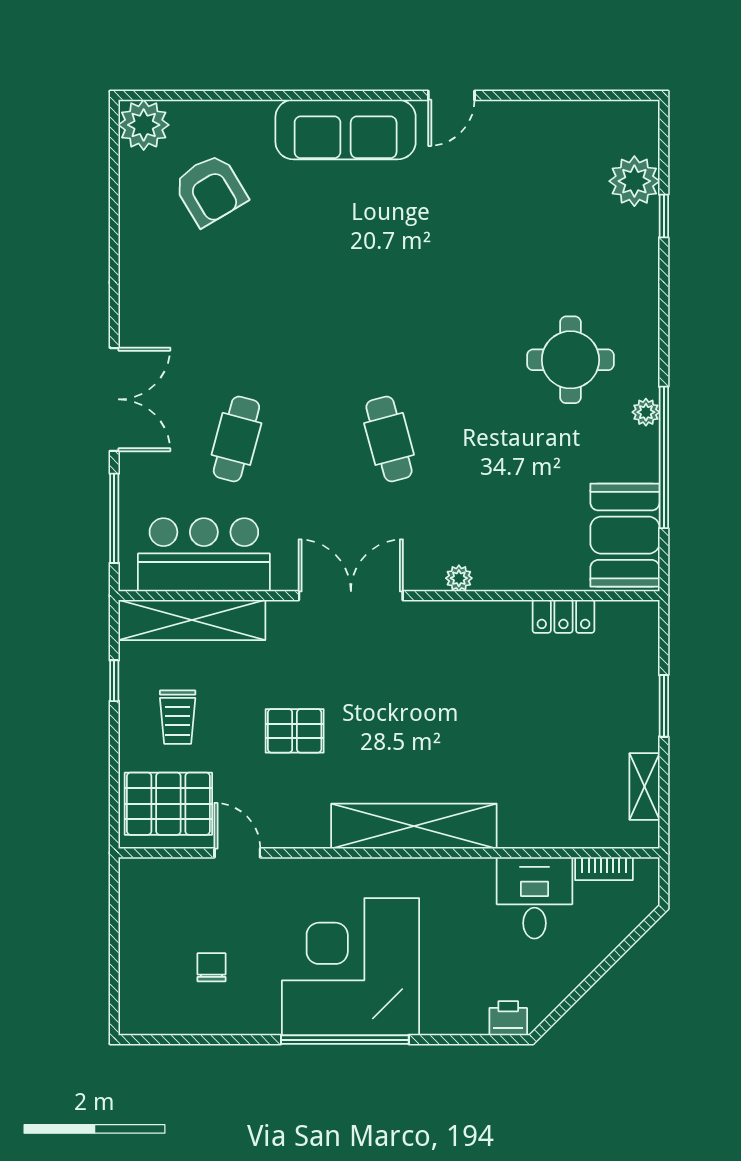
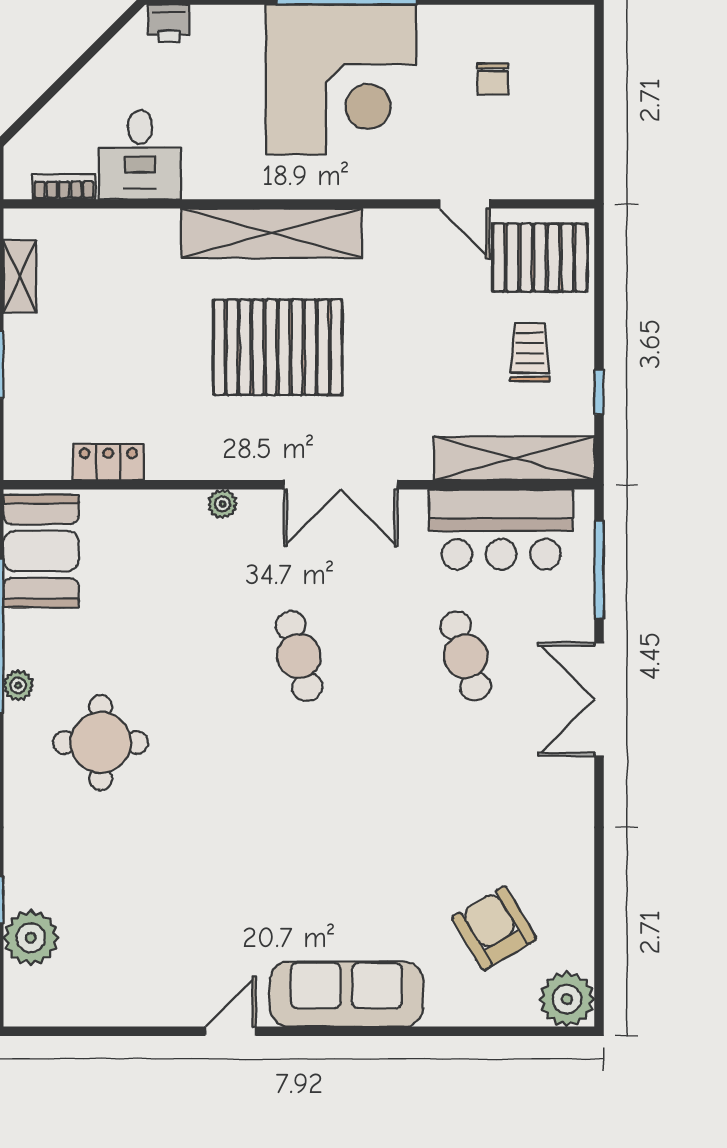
cafe table: (236, 439) -> (466, 656), turned -33
pallet: (295, 731) -> (278, 347), moved, width x2.05, depth x2.00

